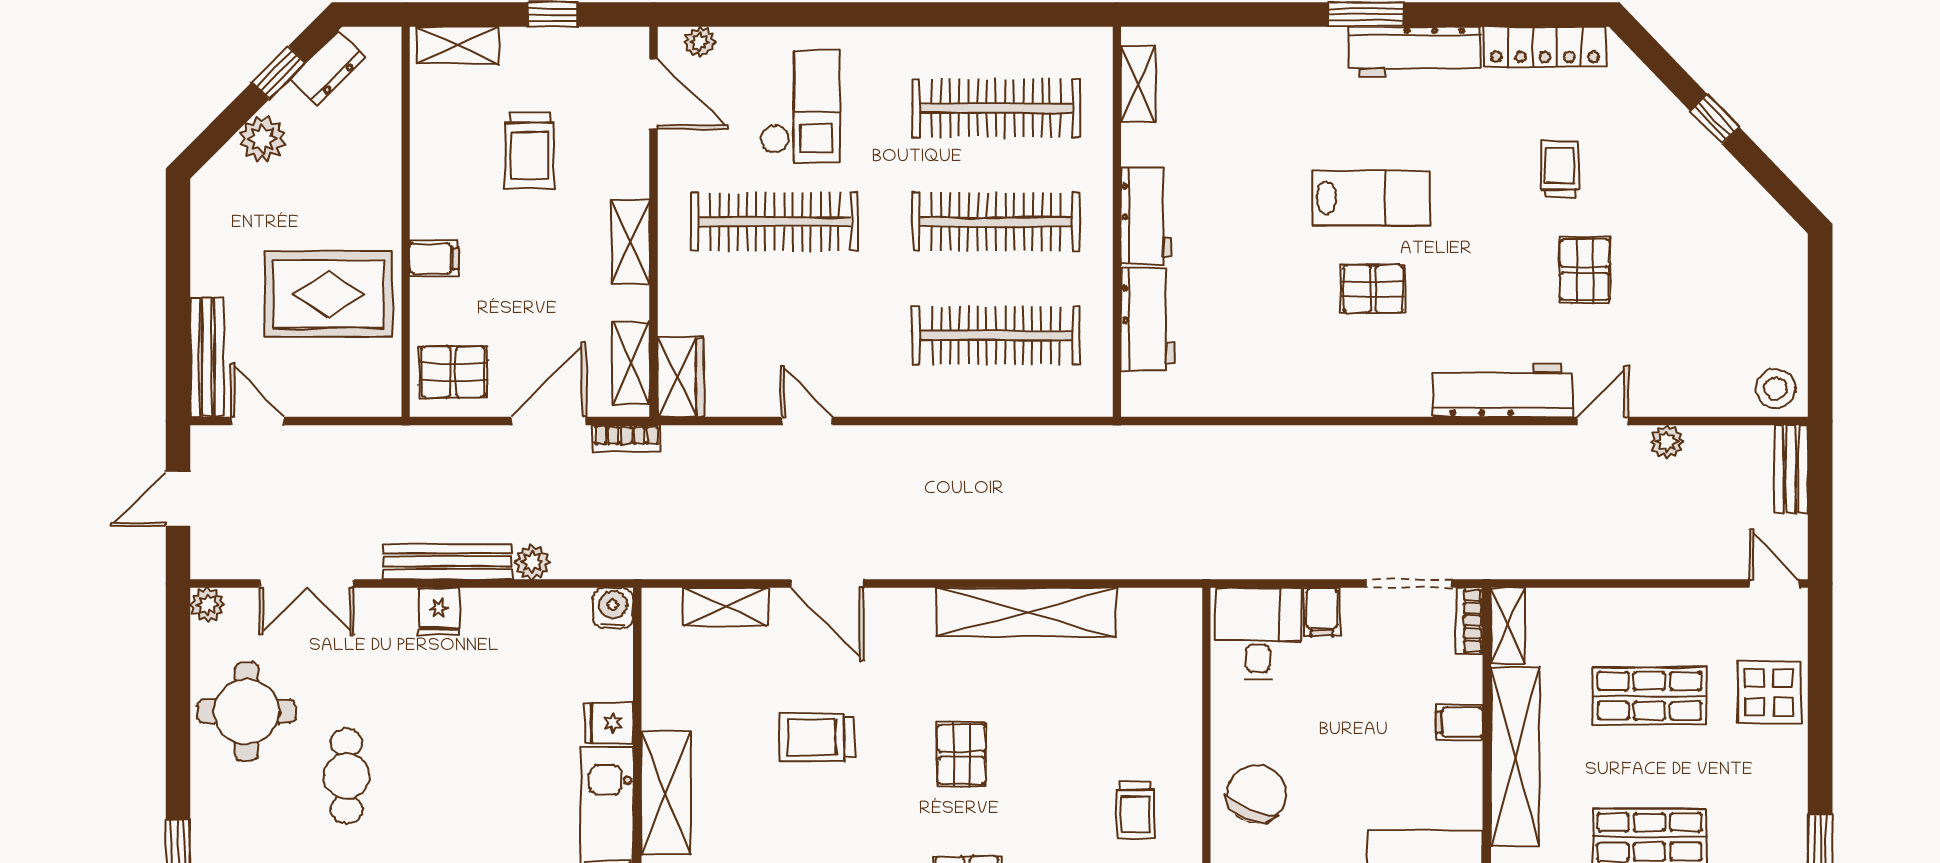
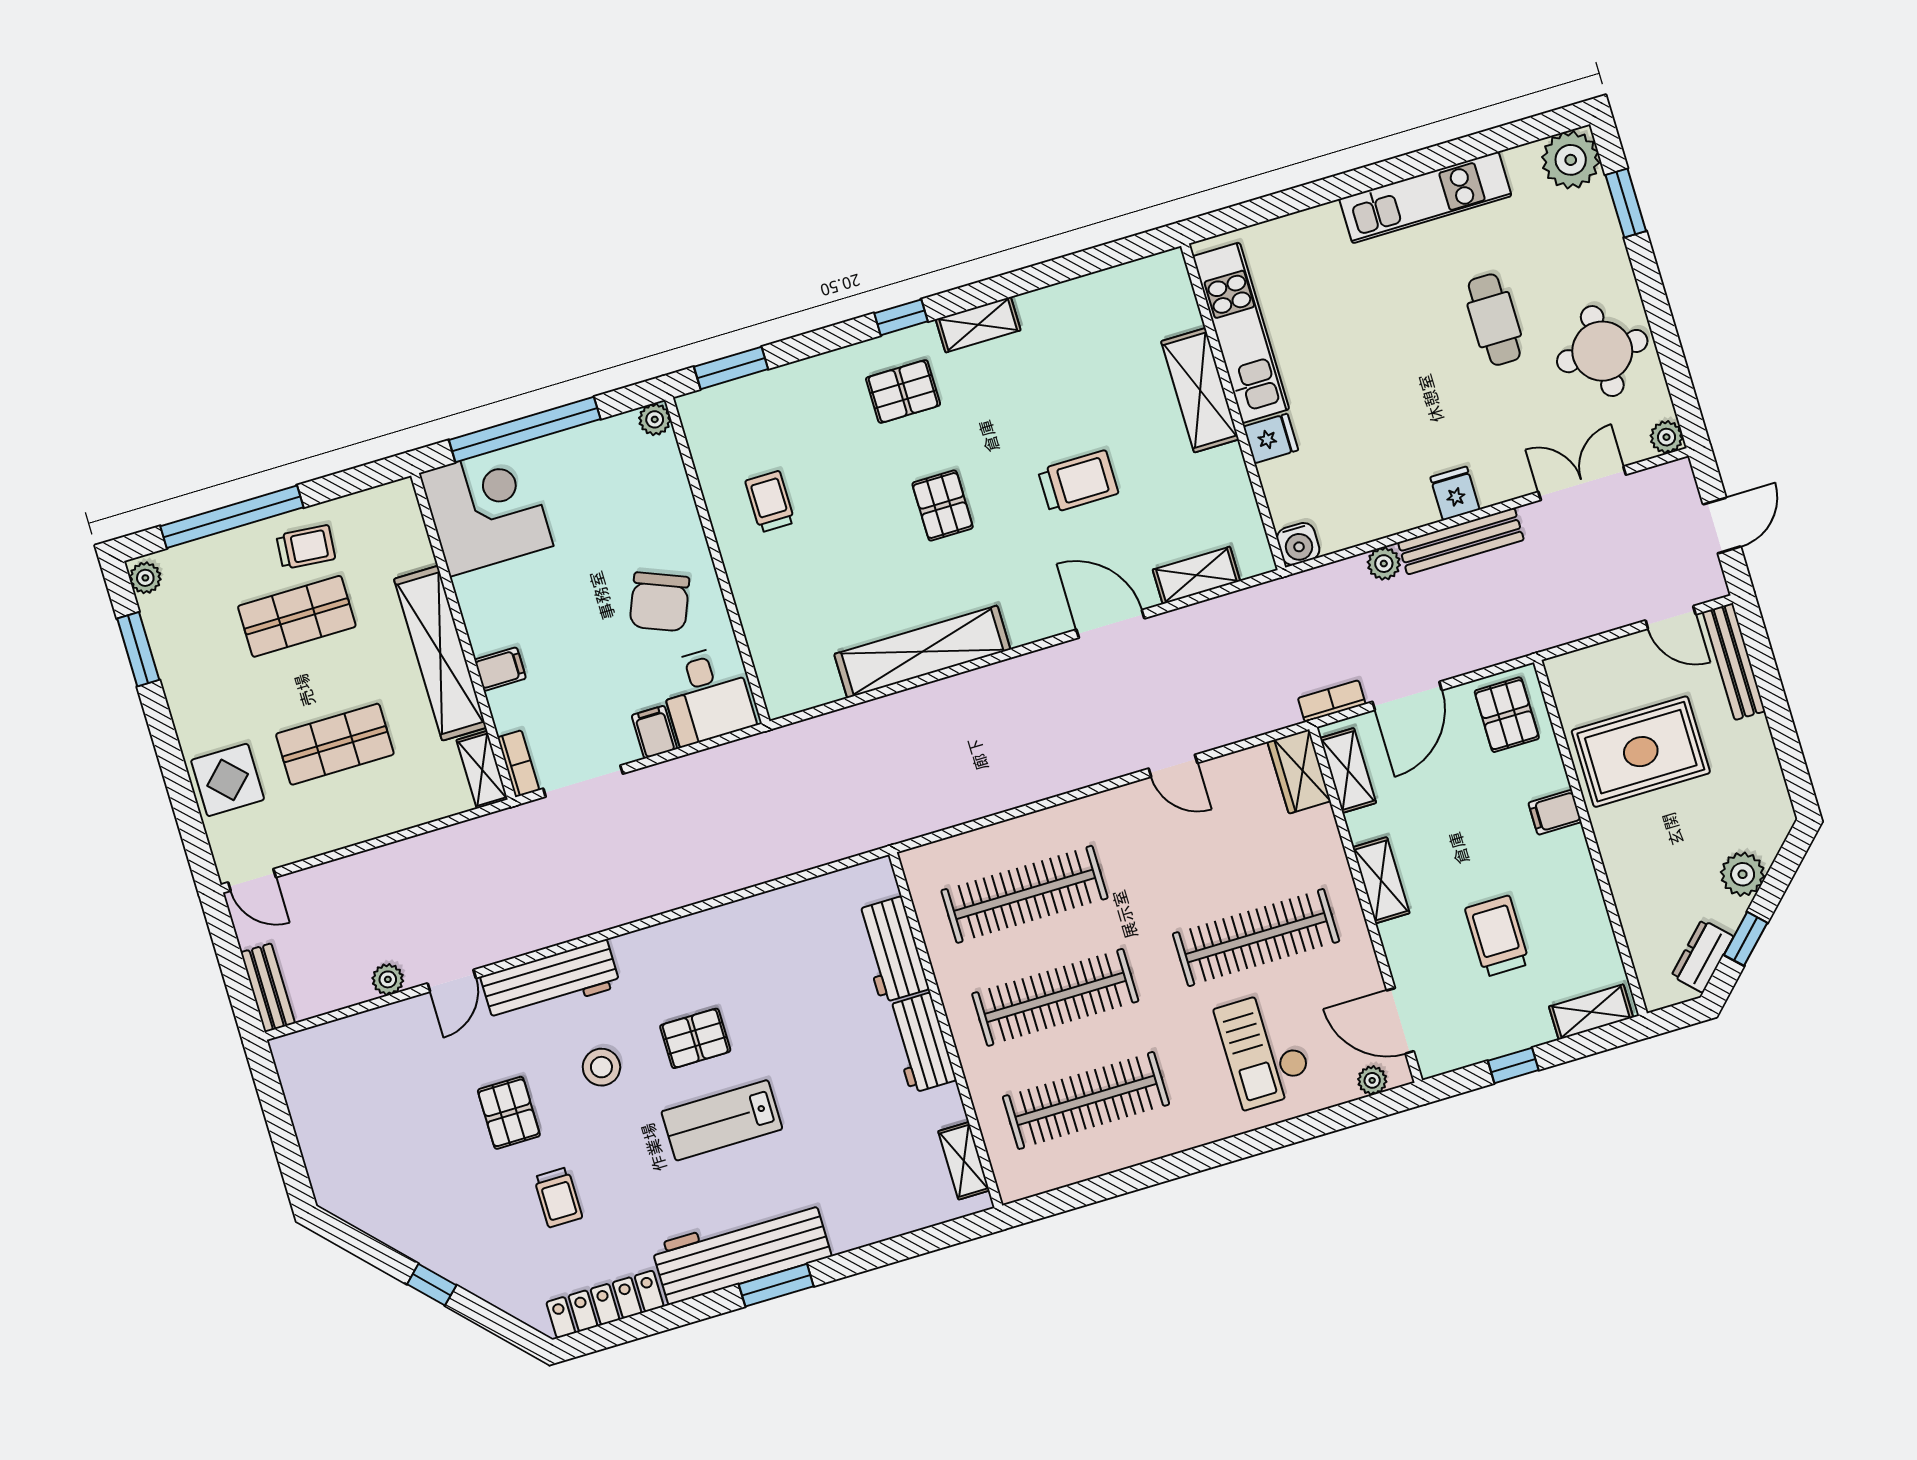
workbench: (1415, 52) -> (741, 1251), width x1.36, depth x1.32
pallet: (453, 372) -> (1507, 715), turned 90
stool: (1776, 389) -> (601, 1067), moved
chair: (1256, 794) -> (659, 602), moved

